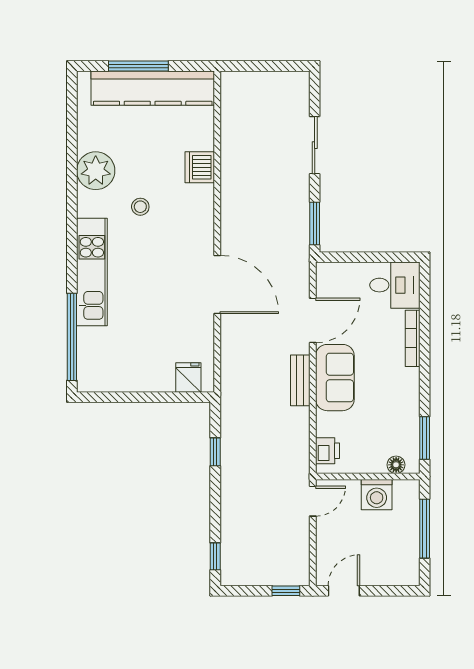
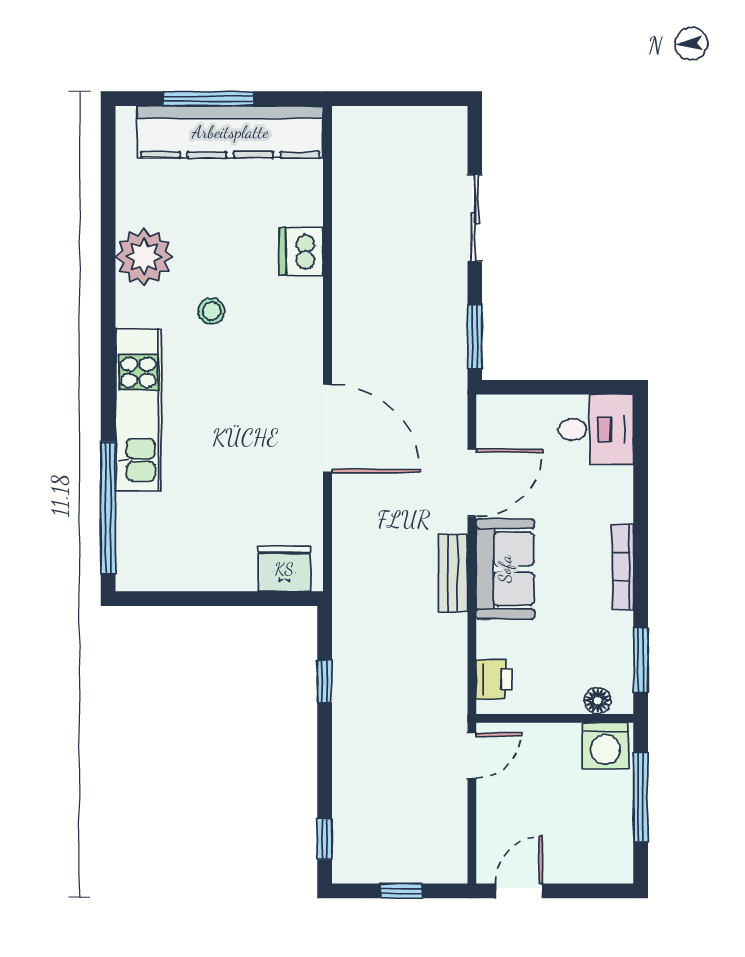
bookcase: (413, 338) -> (623, 567), moved
fridge: (188, 378) -> (284, 569), width x1.38
washing machine: (377, 495) -> (605, 746), moved
window: (286, 591) -> (401, 891), moved

